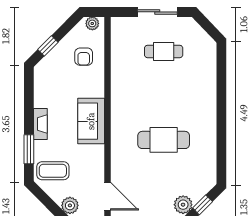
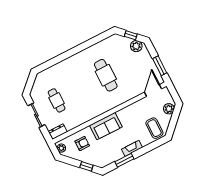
dresser: (118, 30) -> (58, 132), added
sofa: (91, 121) -> (106, 126), moved
window: (29, 149) -> (124, 160), moved

